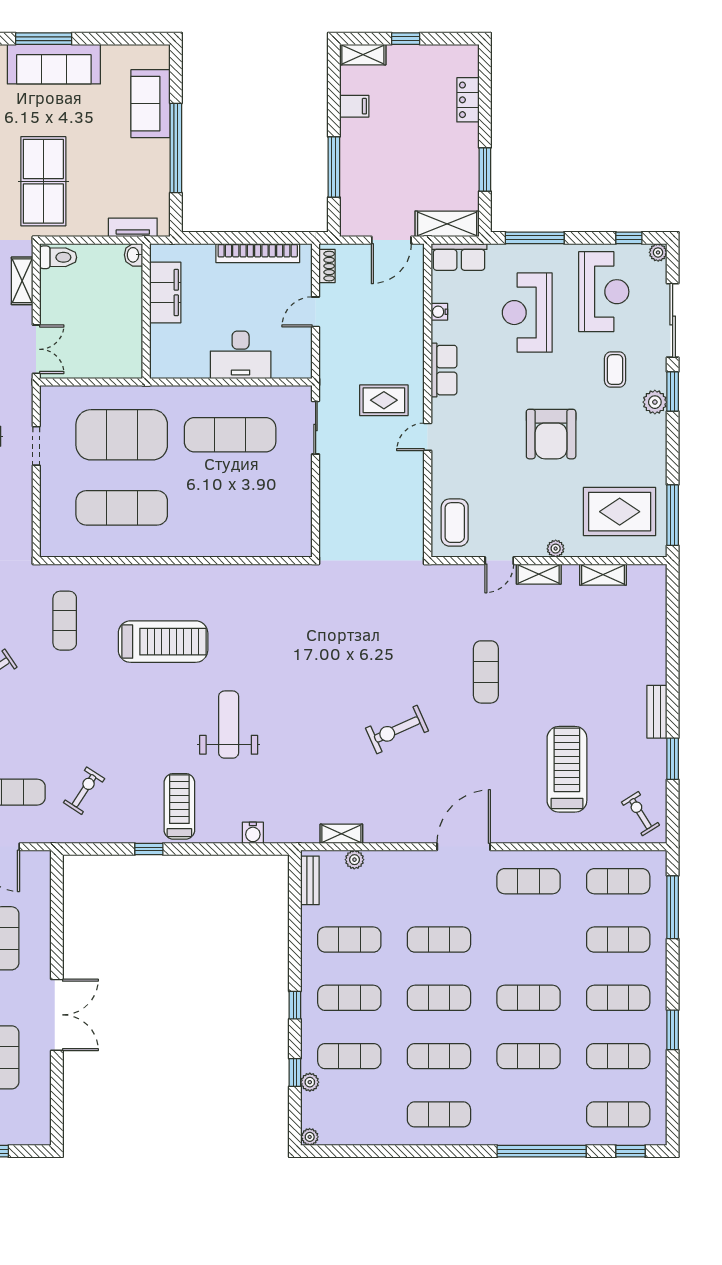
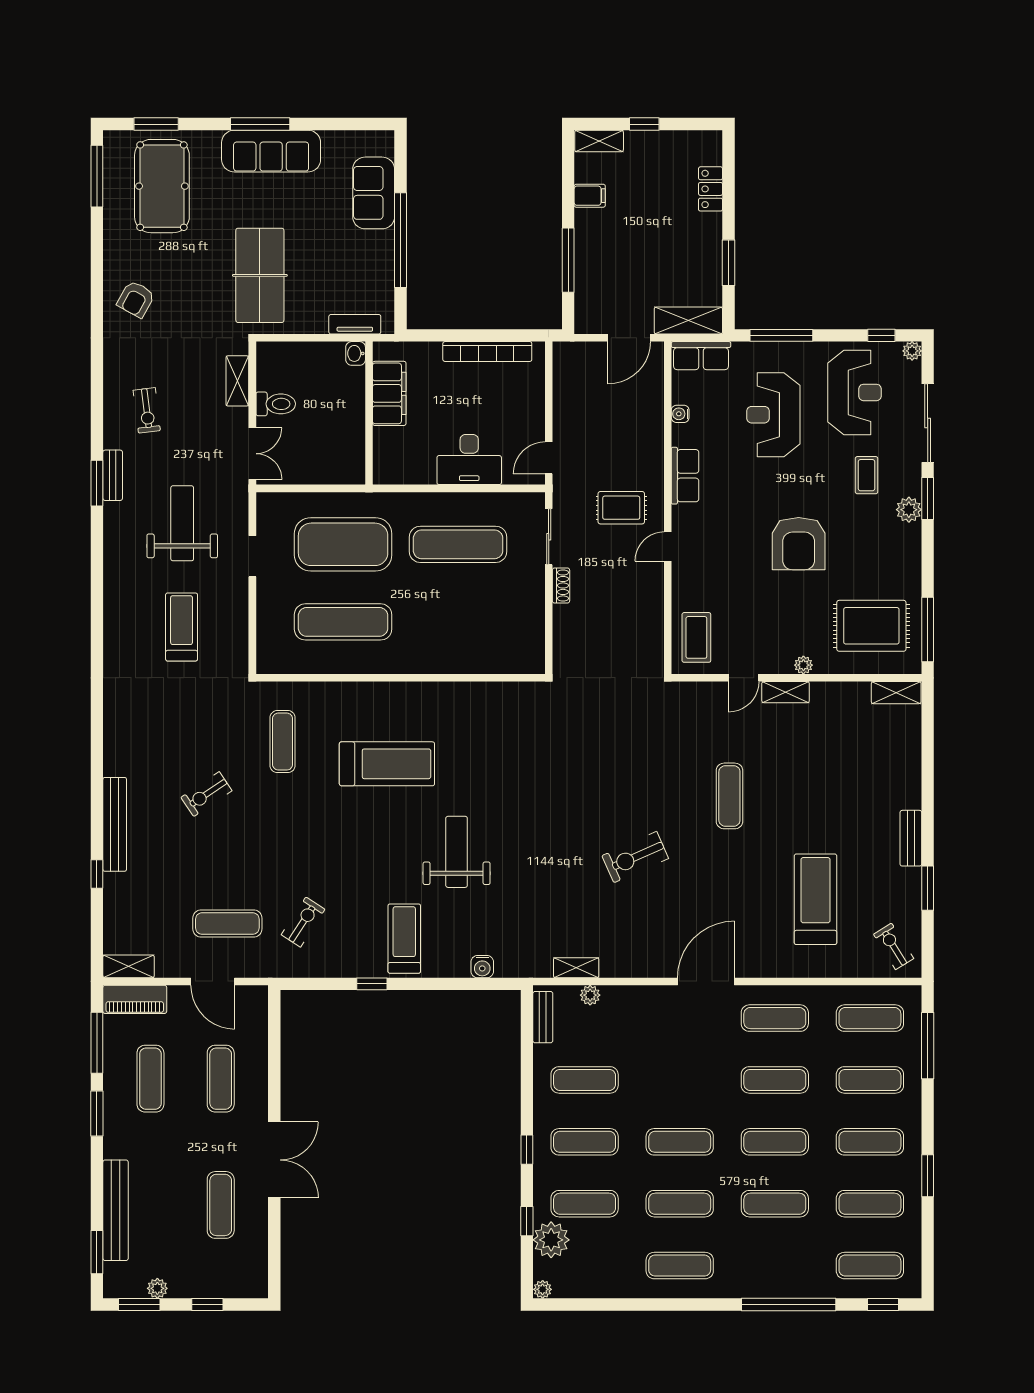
toilet: (58, 257) -> (276, 404), moved
shoe rack: (327, 266) -> (561, 585), moved
door: (316, 312) -> (549, 458), moved
shelving: (603, 575) -> (896, 693), moved
exercise mat: (439, 940) -> (775, 1080), moved
plant: (310, 1082) -> (551, 1240), width x1.87, depth x1.87

